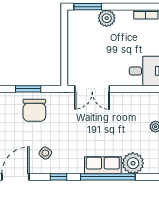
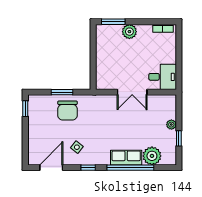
double door: (92, 89) -> (132, 92), moved

